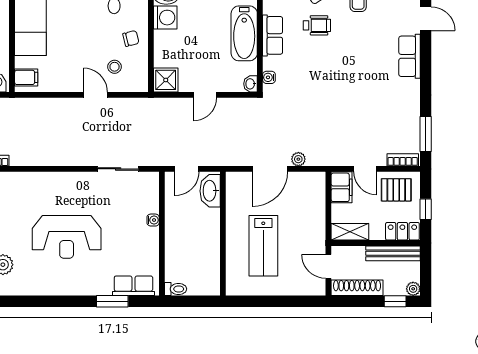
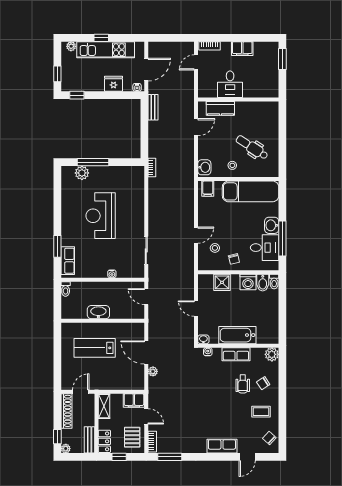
shower: (166, 80) -> (222, 282), moved
door: (365, 169) -> (146, 416), swing flipped
washbasin: (210, 191) -> (98, 312), moved
bench: (393, 253) -> (90, 440), width x0.73

